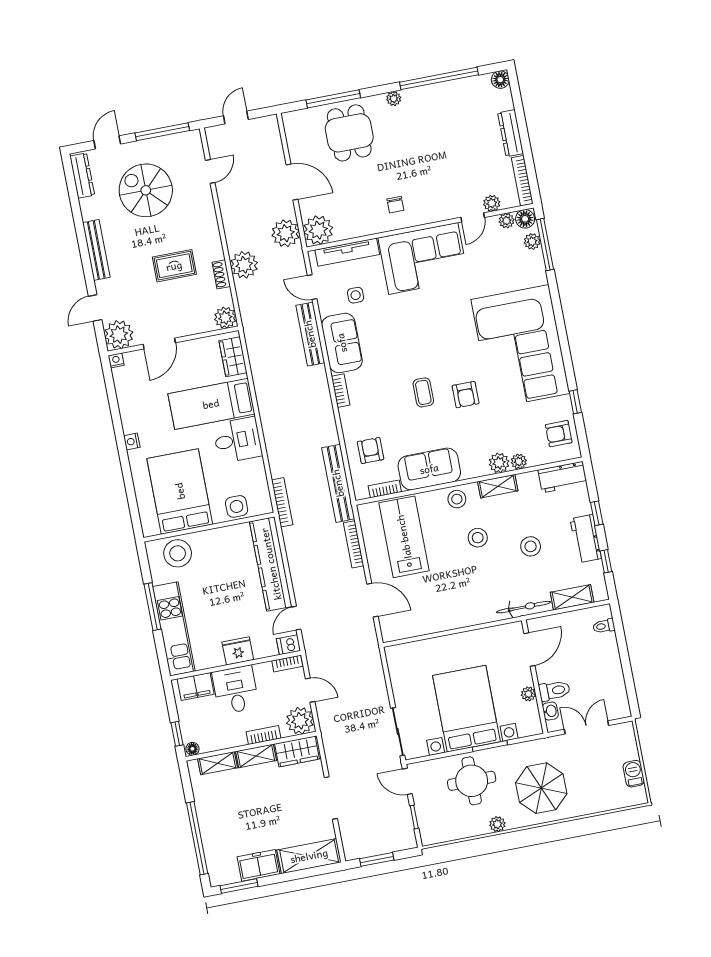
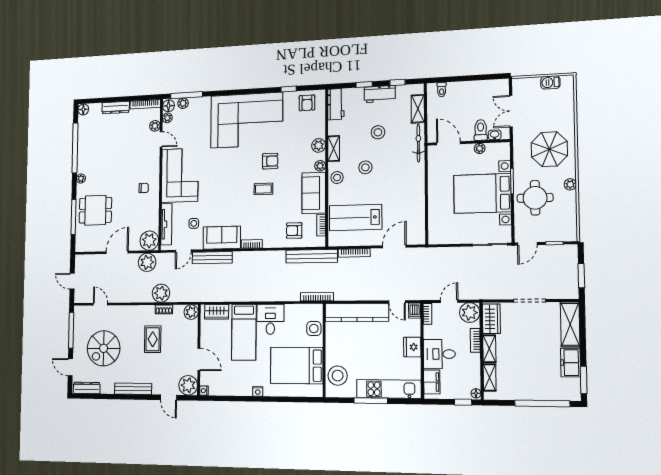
plant: (519, 461) -> (320, 166), moved

